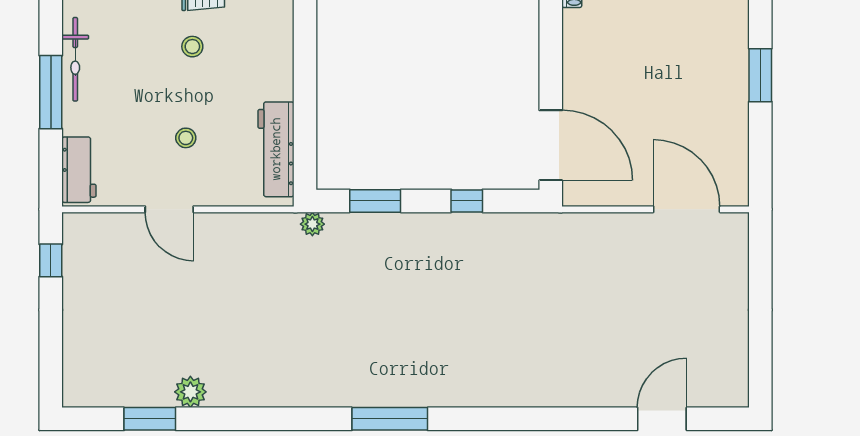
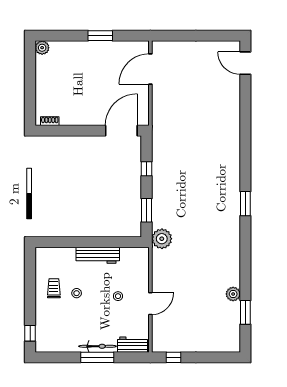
bicycle: (75, 59) -> (98, 346), moved
window: (760, 75) -> (100, 36), moved
workbench: (276, 149) -> (98, 255), moved
plant: (312, 224) -> (162, 239), width x1.87, depth x1.87
window: (390, 419) -> (245, 204), width x0.69
door: (662, 419) -> (245, 63), moved

